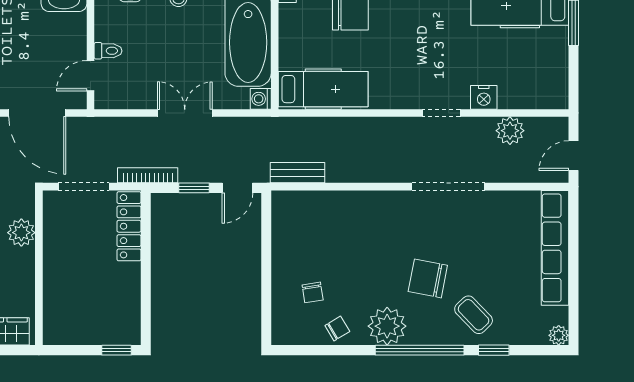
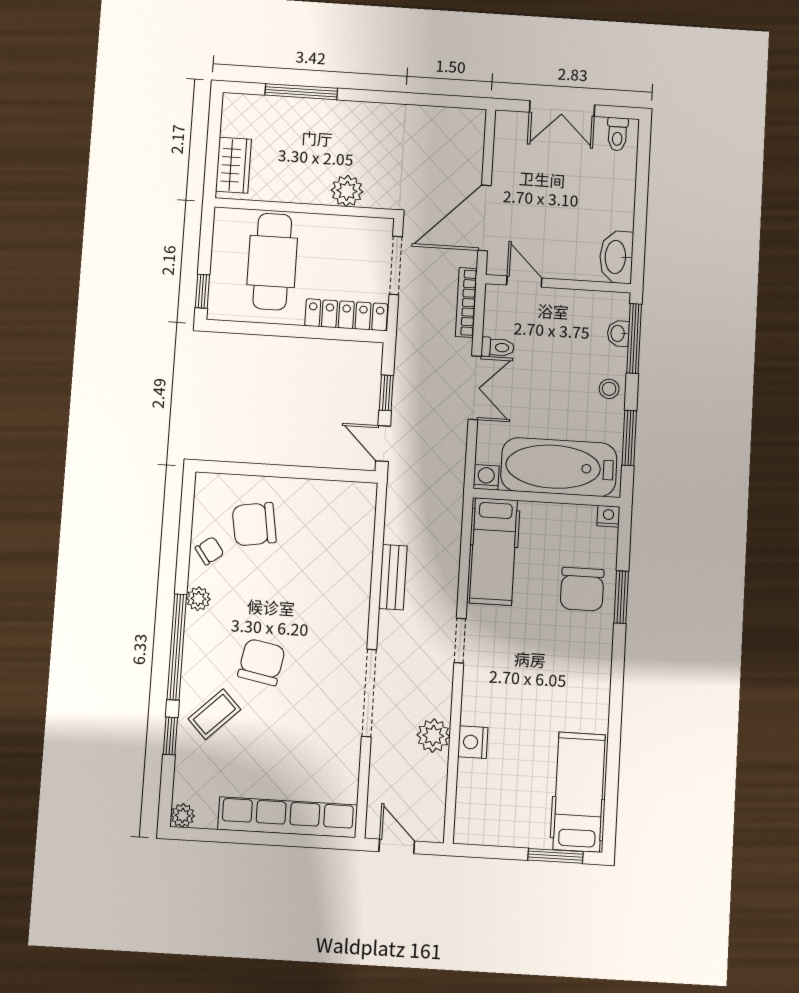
toilet: (108, 51) -> (498, 347), moved, turned -90
doorway: (441, 113) -> (460, 641), moved
plant: (510, 131) -> (433, 736), moved
bench: (297, 173) -> (393, 577), moved
bookcase: (148, 175) -> (466, 303), moved, turned 180
cafe table: (87, 292) -> (272, 262), added
chair: (313, 292) -> (254, 524), width x1.87, depth x1.87
plant: (387, 326) -> (198, 599), width x0.53, depth x0.53
chair: (337, 328) -> (210, 551), turned -95

